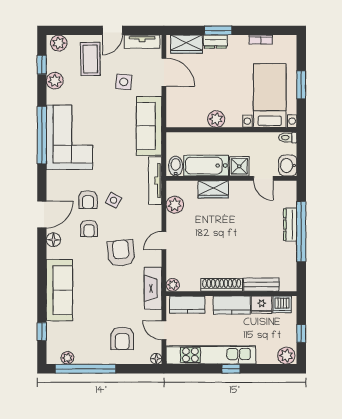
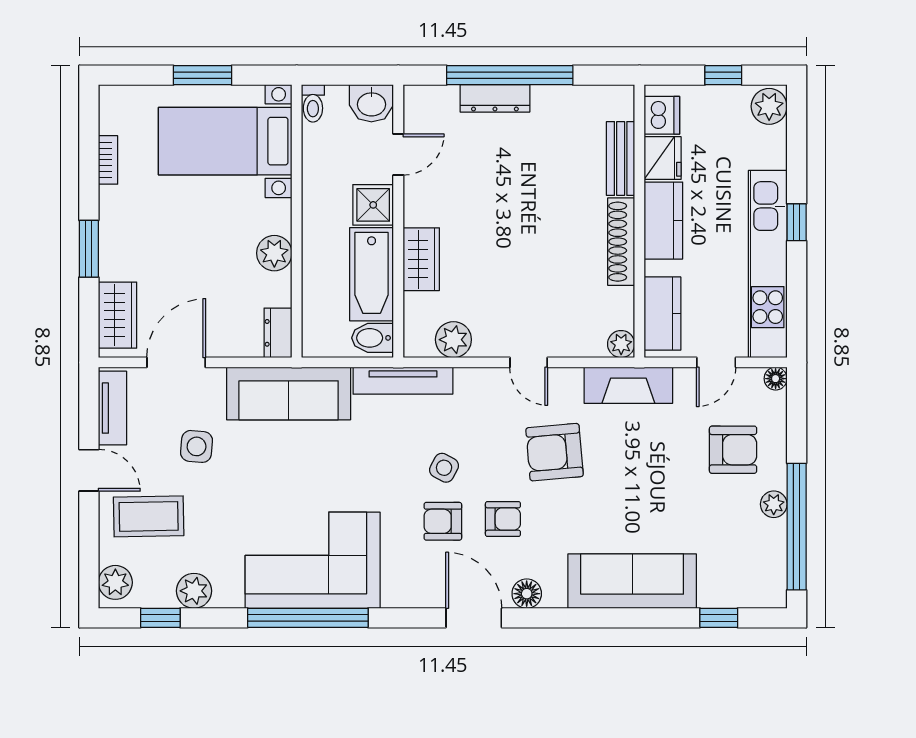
dresser: (215, 42) -> (278, 333), moved, turned 180
armchair: (88, 200) -> (443, 521), turned 180
plant: (67, 358) -> (774, 504), moved

